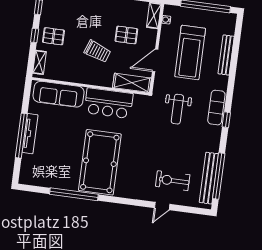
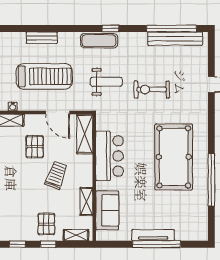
bench: (226, 55) -> (42, 38), width x0.73
shelving: (69, 76) -> (86, 202), added
sofa: (59, 94) -> (107, 210), width x0.73
pool table: (100, 162) -> (174, 157), turned 90
exercise bike: (173, 181) -> (152, 90), moved, turned 90

